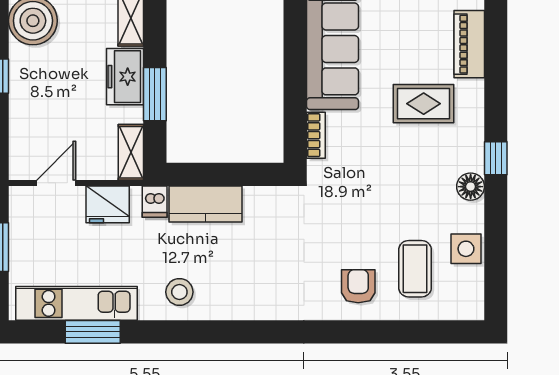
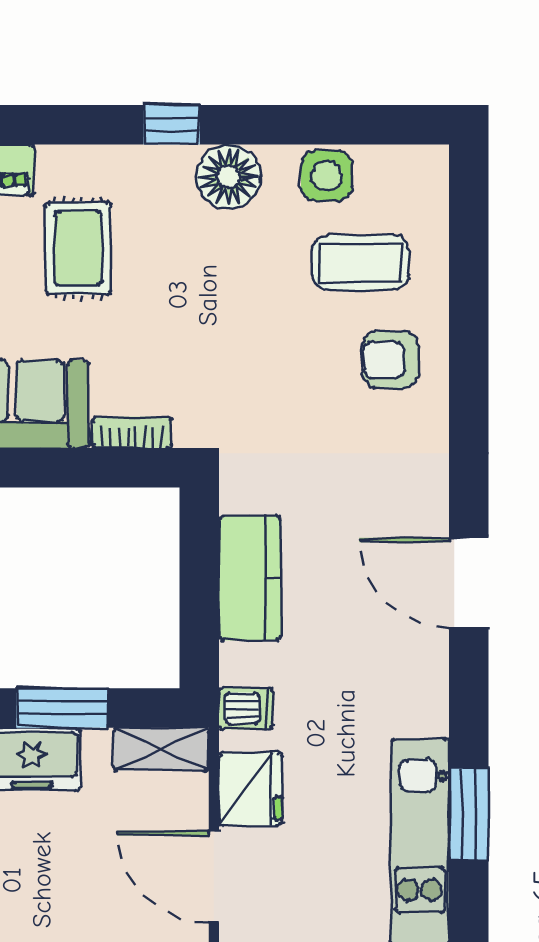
door: (56, 183) -> (214, 877), width x1.38
floor lamp: (471, 187) -> (229, 177), width x1.38, depth x1.38
kitchen counter: (205, 204) -> (250, 578), moved
stool: (179, 292) -> (400, 666), removed
door: (228, 332) -> (469, 583), added

